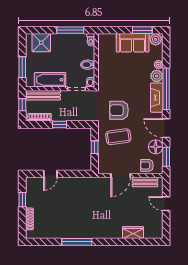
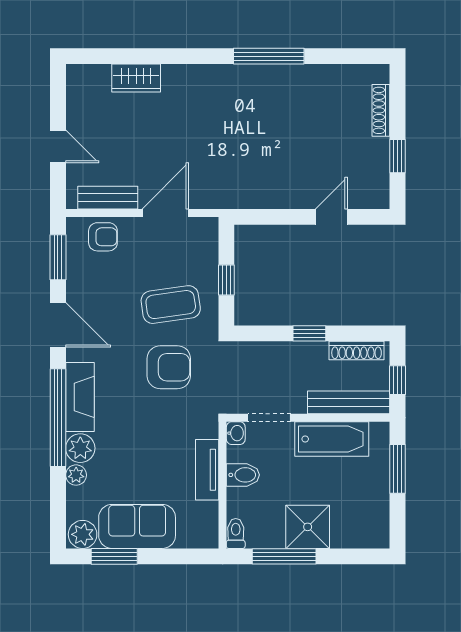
shower: (41, 43) -> (308, 527), moved
tv unit: (103, 67) -> (207, 470), added
floor lamp: (156, 147) -> (83, 281), removed

